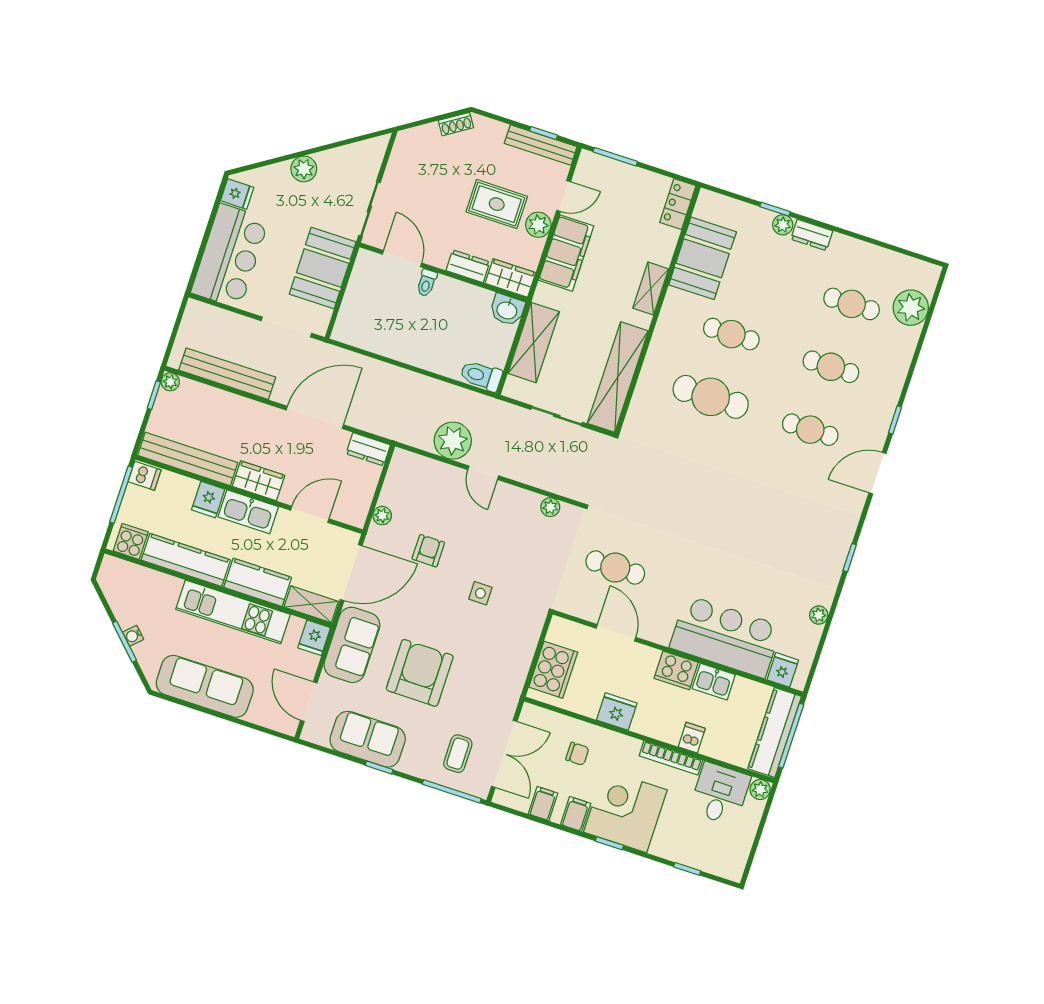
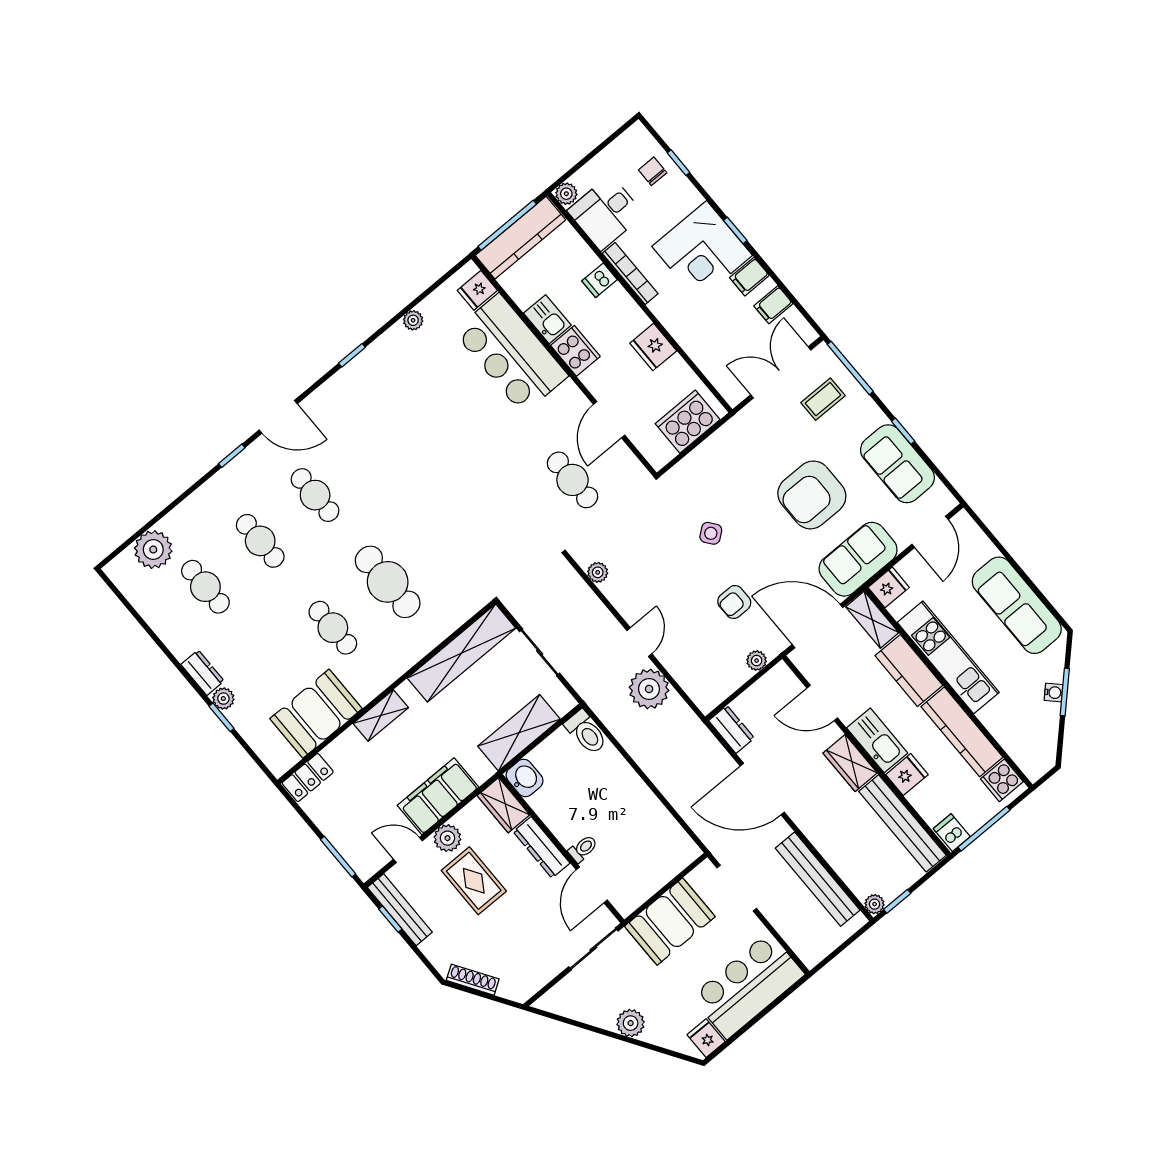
shoe rack: (456, 124) -> (473, 980), width x1.43
dresser: (468, 266) -> (542, 847), width x1.44
side table: (480, 593) -> (711, 533), turned -38
chair: (577, 754) -> (653, 171), moved

